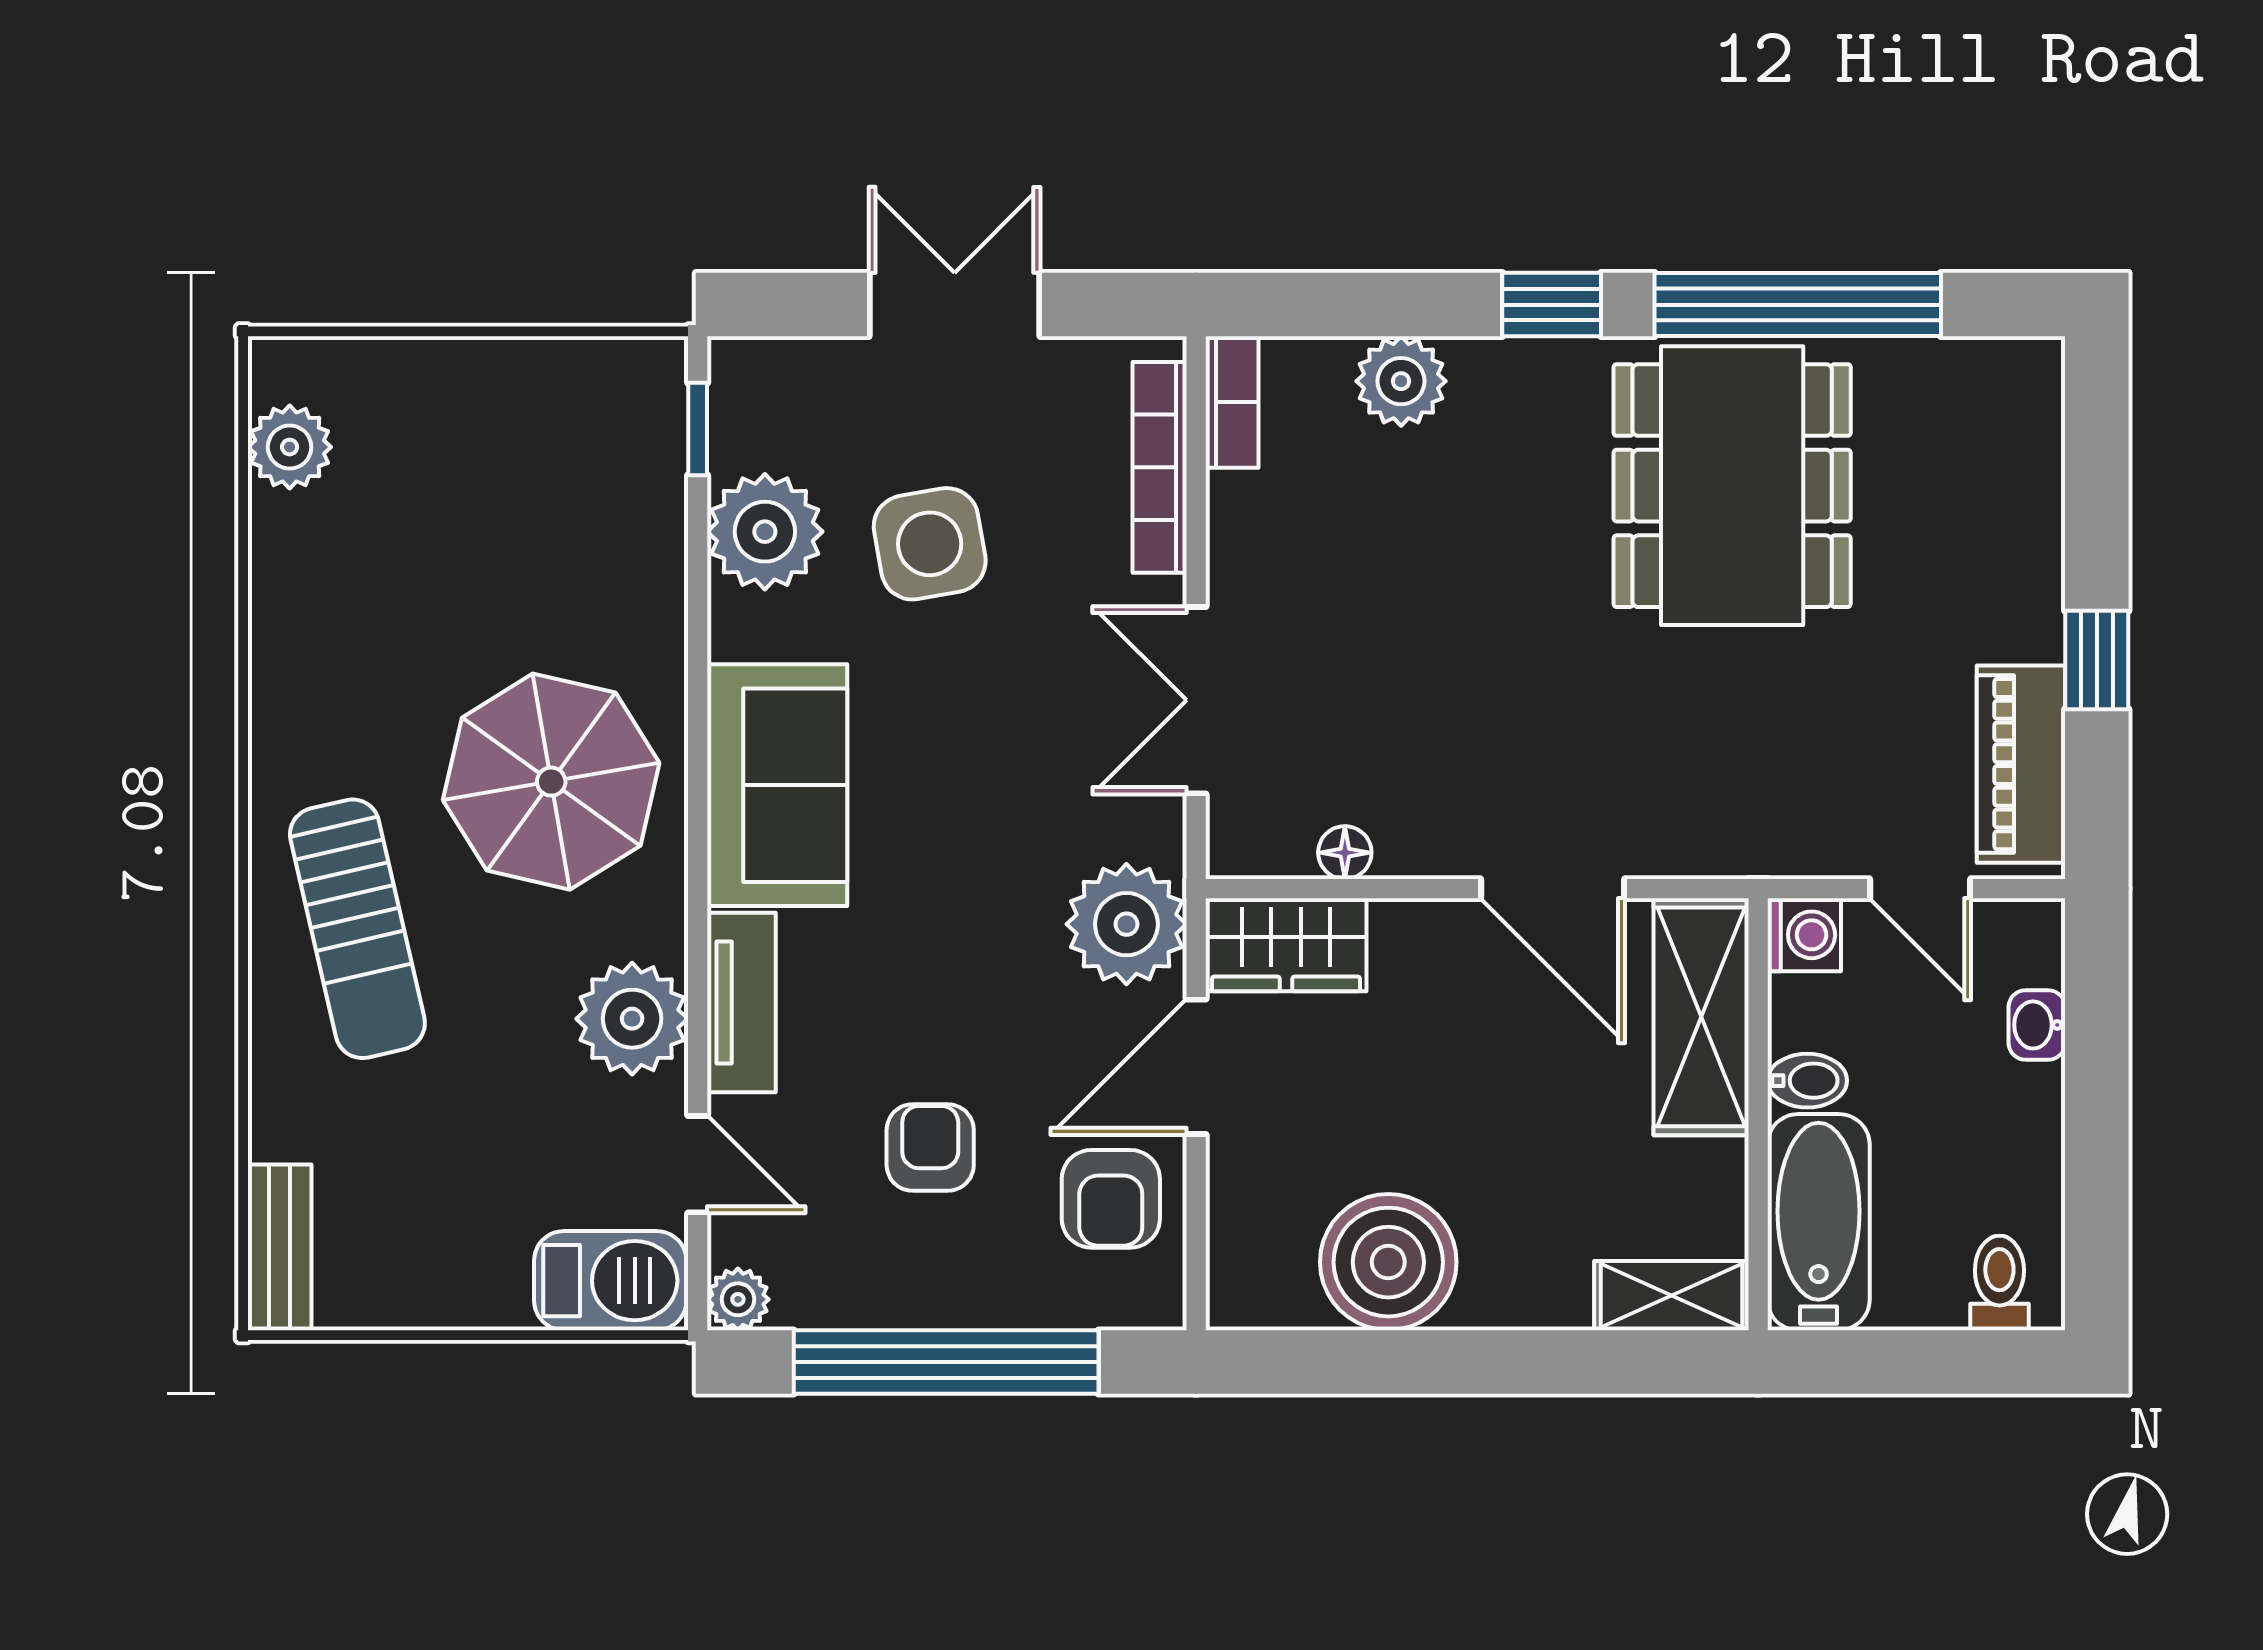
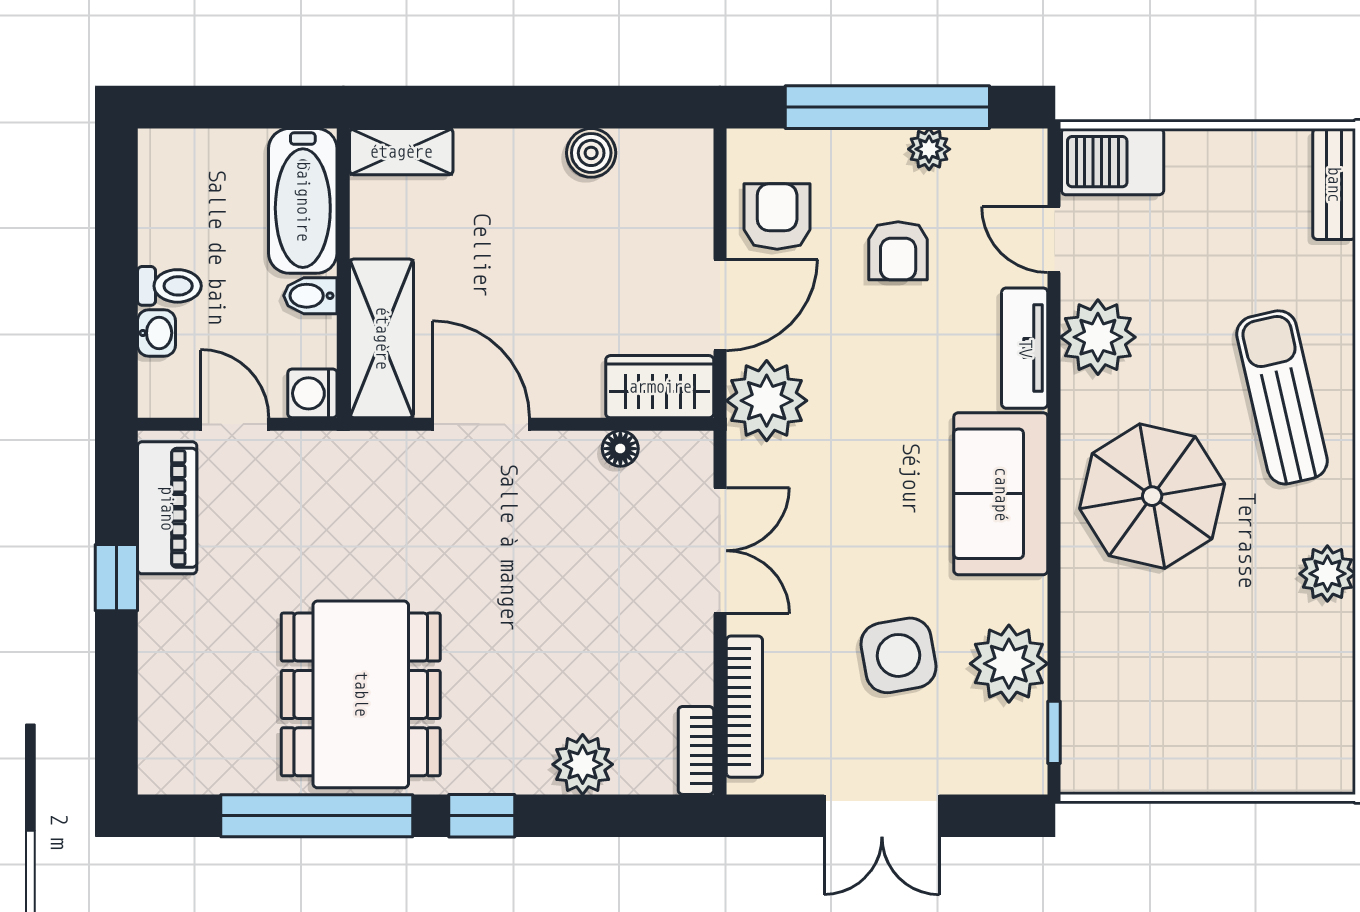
plant: (290, 447) -> (1327, 574), moved
boiler: (1388, 1262) -> (591, 153), width x0.54, depth x0.54
toilet: (1999, 1283) -> (169, 286), moved, turned -90
plant: (738, 1299) -> (929, 149), moved

